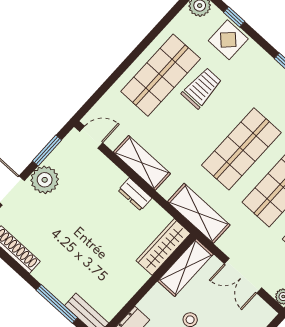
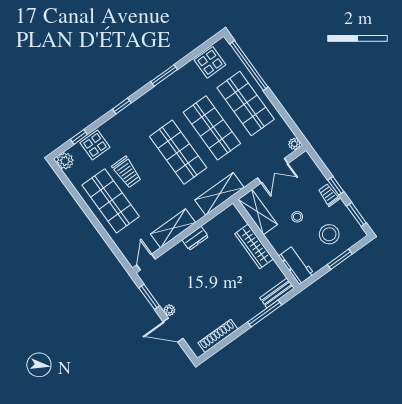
trolley: (202, 88) -> (127, 172), turned 180
plant: (45, 180) -> (169, 310), width x0.53, depth x0.53
wardrobe: (163, 247) -> (254, 246), moved

